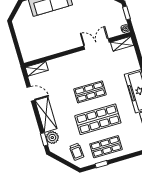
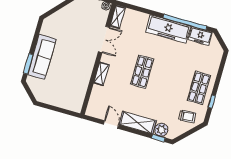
double door: (97, 44) -> (104, 39), swing flipped
shelving: (37, 69) -> (101, 74), moved
door: (31, 94) -> (111, 124), hinge flipped
shop shelf: (98, 119) -> (171, 80), removed

